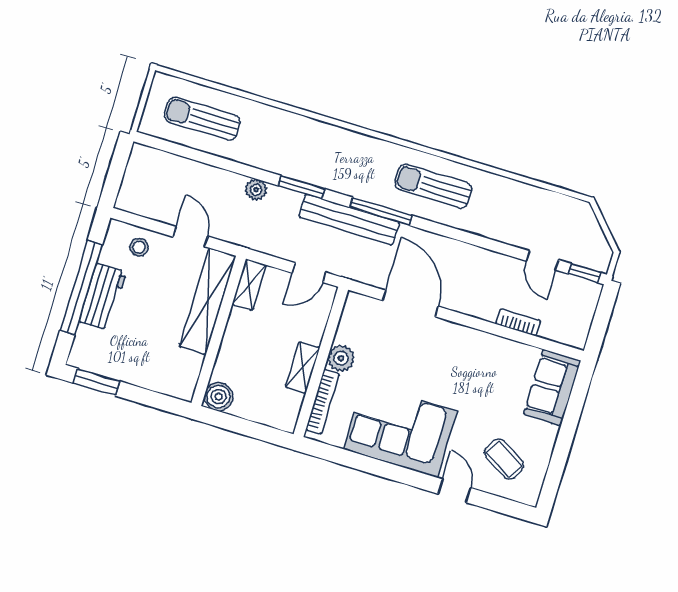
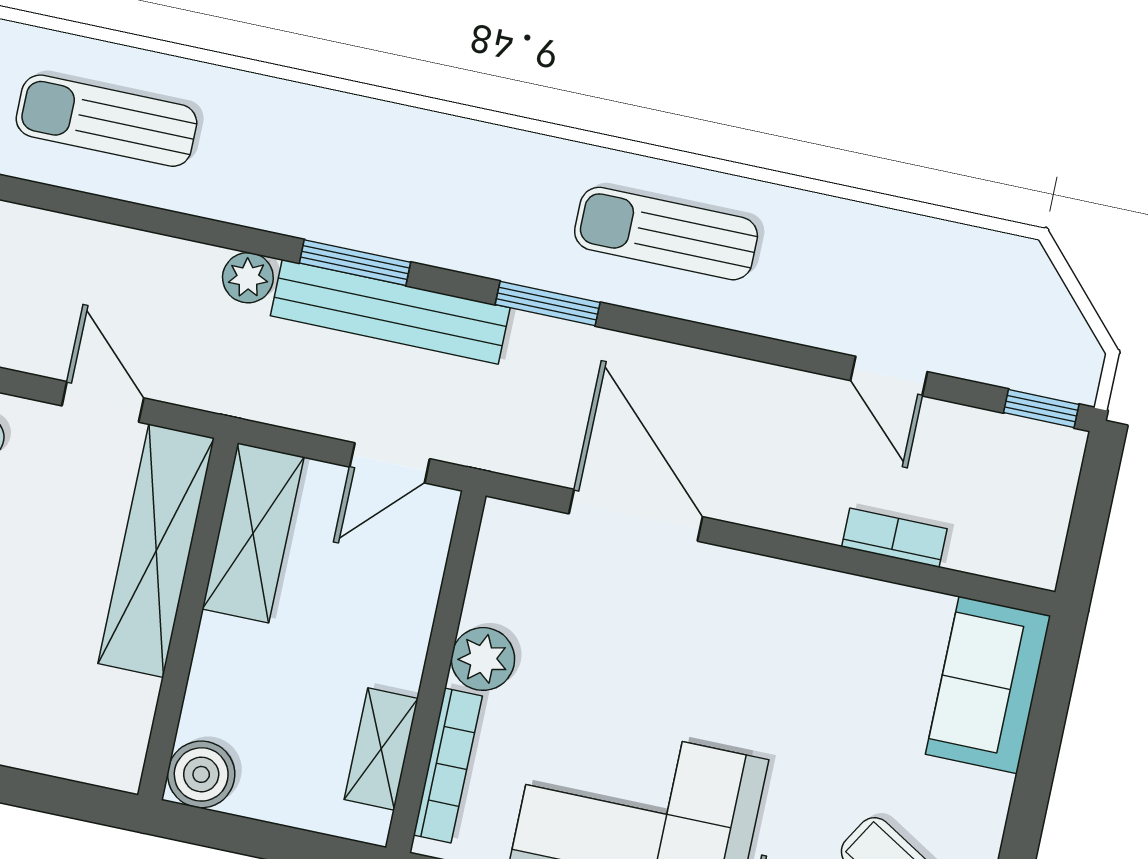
window: (381, 211) -> (548, 304), width x0.69
bench: (349, 220) -> (390, 312), moved
door: (542, 260) -> (889, 376), moved
shelving: (249, 285) -> (253, 533), width x1.50, depth x1.33
shelving: (303, 367) -> (381, 749), moved

